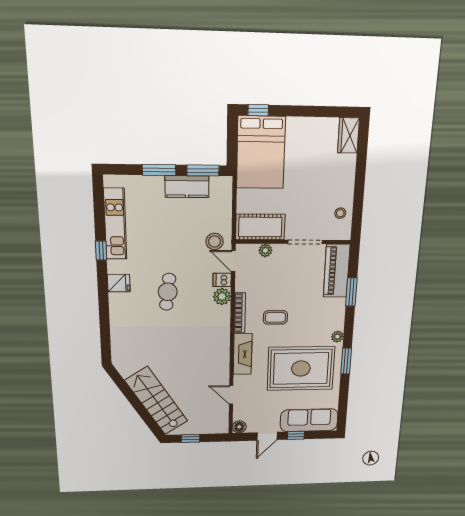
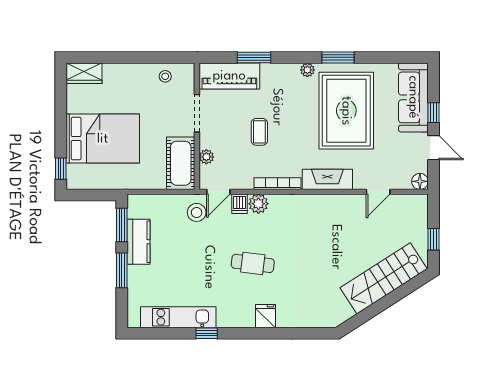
bed: (261, 153) -> (103, 139), moved
fridge: (119, 283) -> (265, 316), moved
coffee table: (275, 317) -> (259, 132), moved

